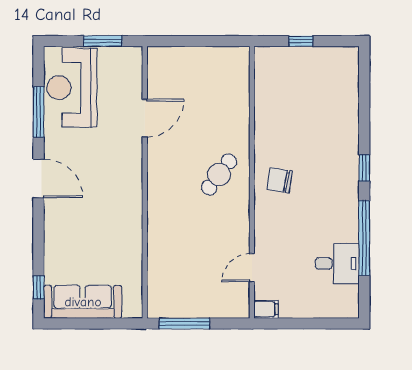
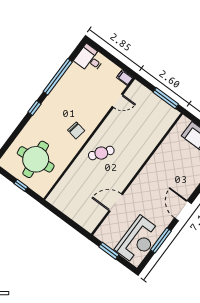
round table: (307, 95) -> (36, 159), added
desk: (337, 264) -> (90, 59), moved

